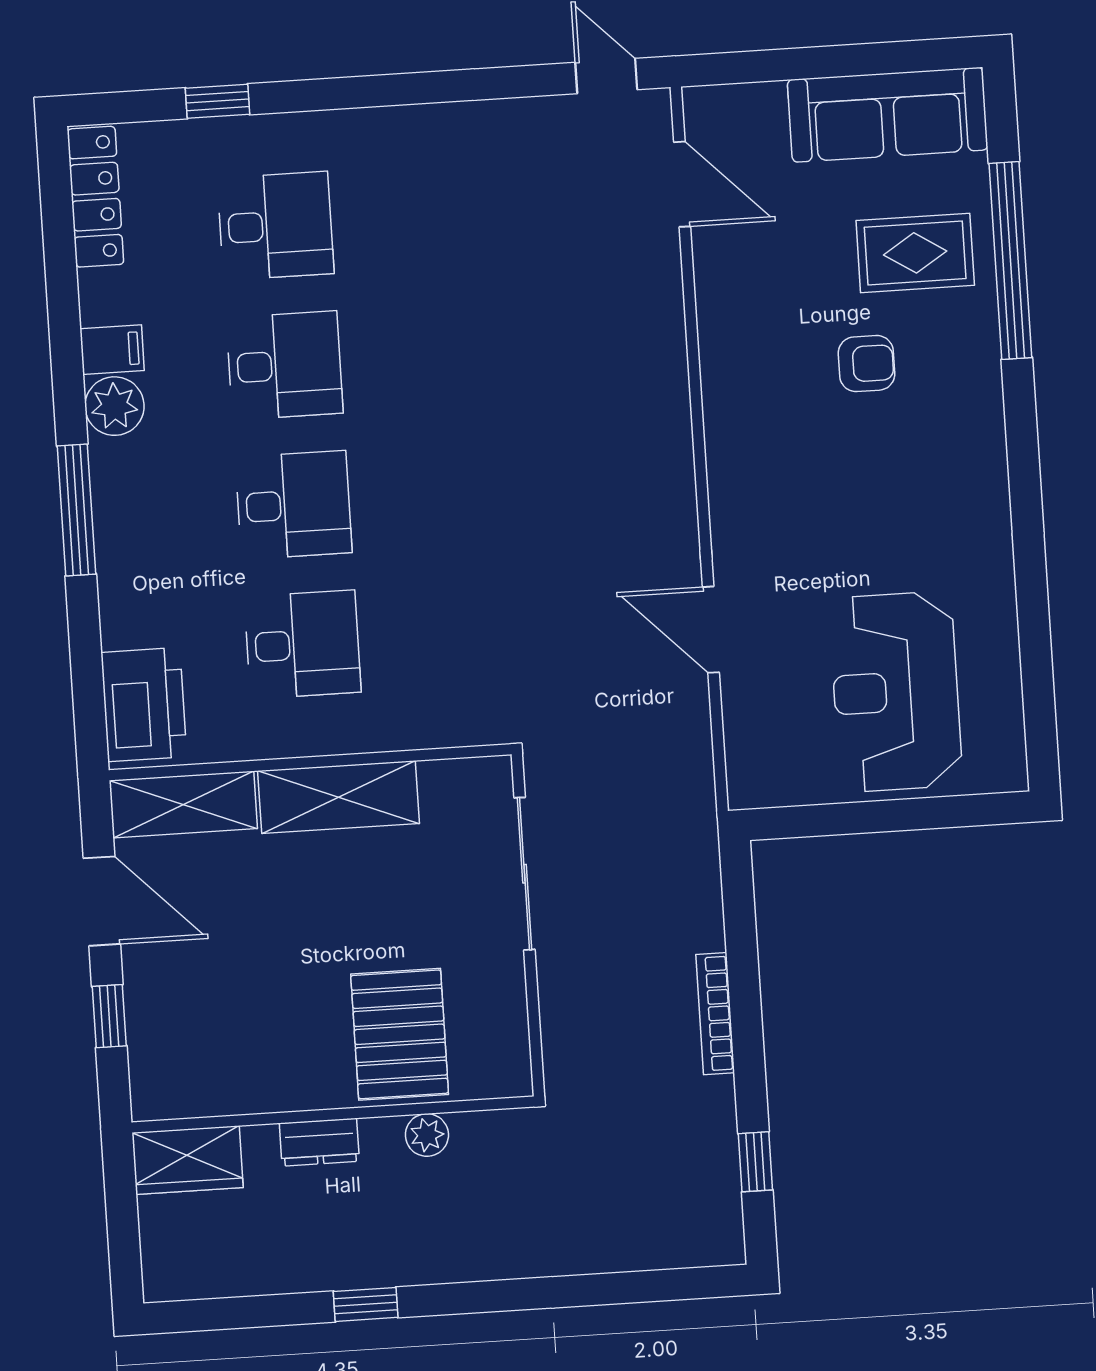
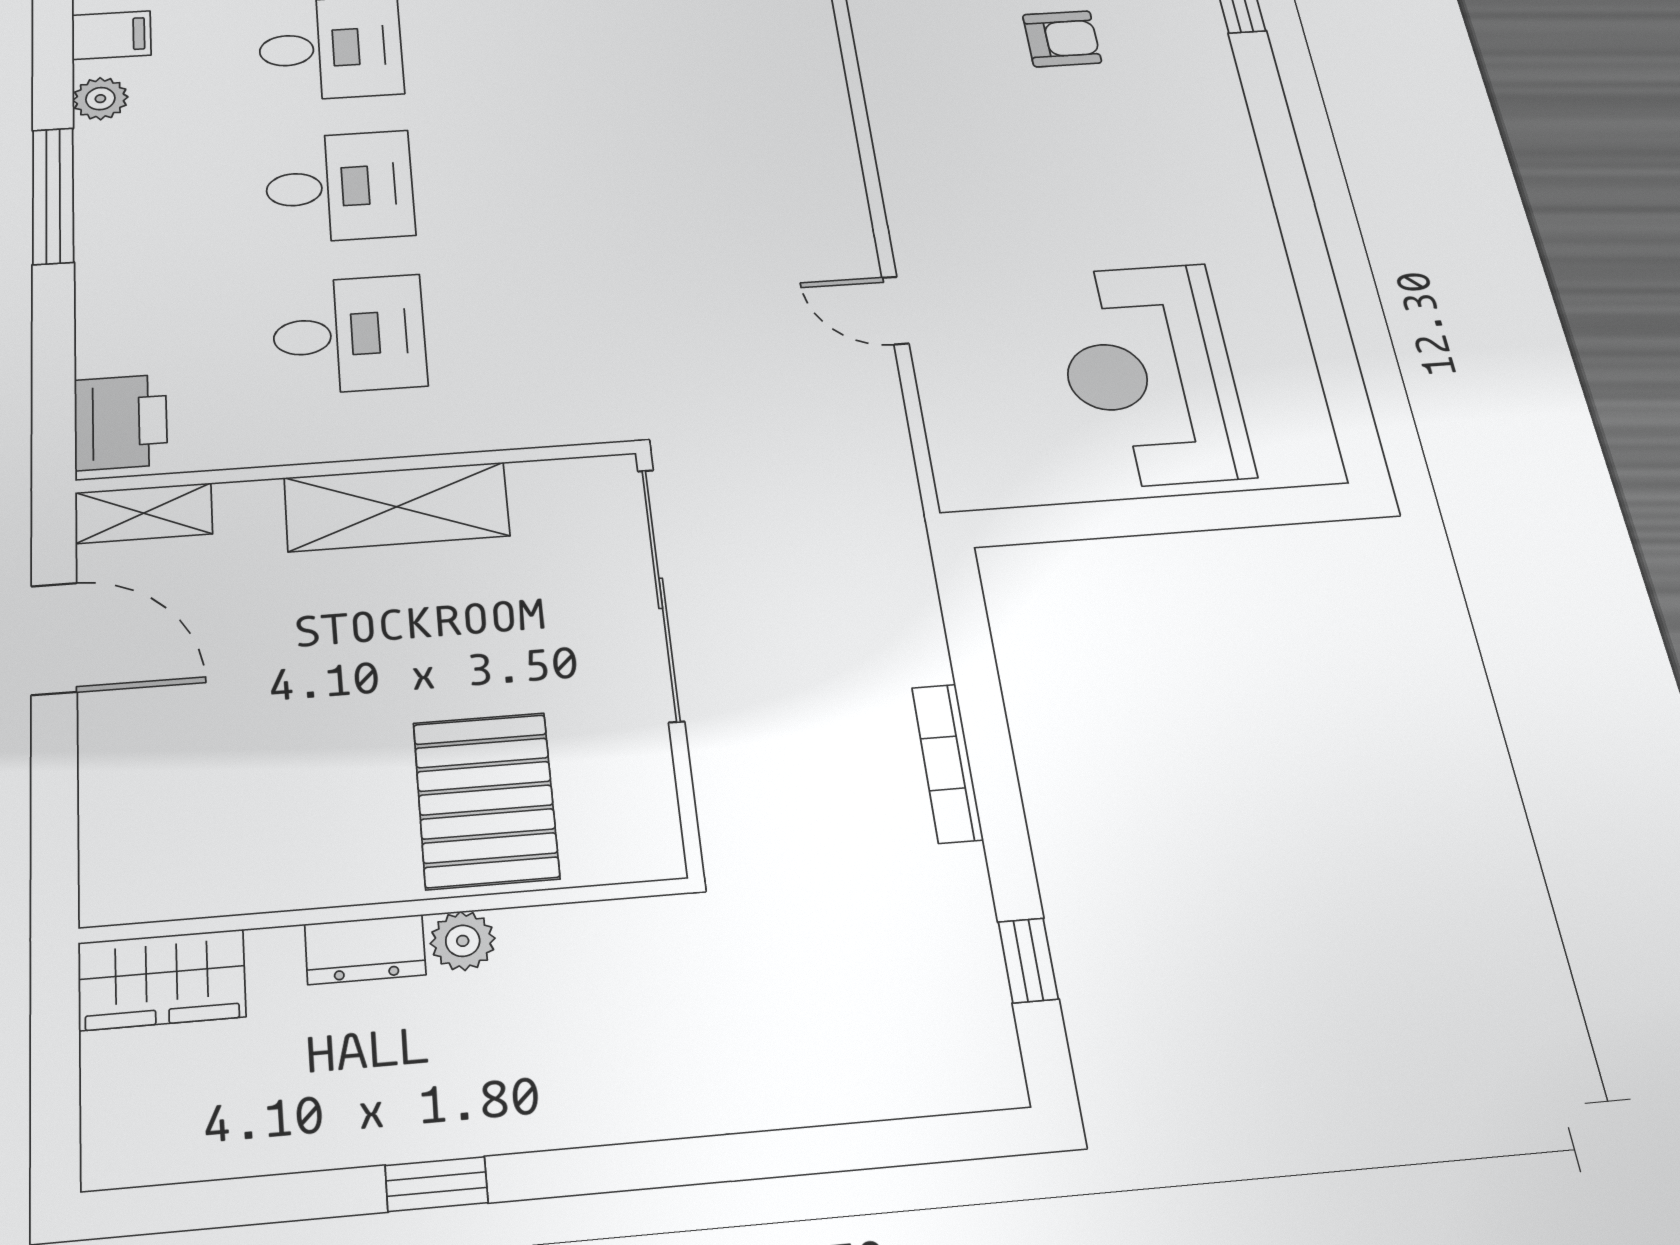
plant: (114, 406) -> (100, 99), width x0.73, depth x0.73
door: (711, 630) -> (895, 310), width x0.73
printer: (144, 705) -> (121, 422), width x0.73, depth x0.84
shelving: (183, 805) -> (144, 513), width x0.67, depth x0.75
sliding door: (525, 874) -> (661, 593), width x1.36
window: (109, 1016) -> (54, 786), removed
plant: (427, 1135) -> (463, 941), moved

